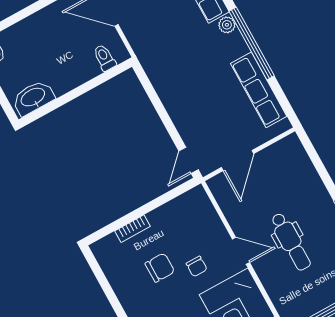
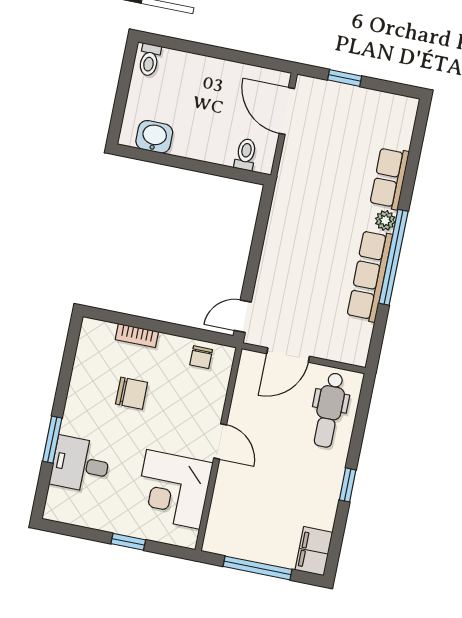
row of seats: (259, 90) -> (370, 276), moved
washbasin: (33, 98) -> (154, 137), width x0.72
dental chair: (291, 242) -> (329, 410), moved
chair: (197, 266) -> (201, 357), moved

